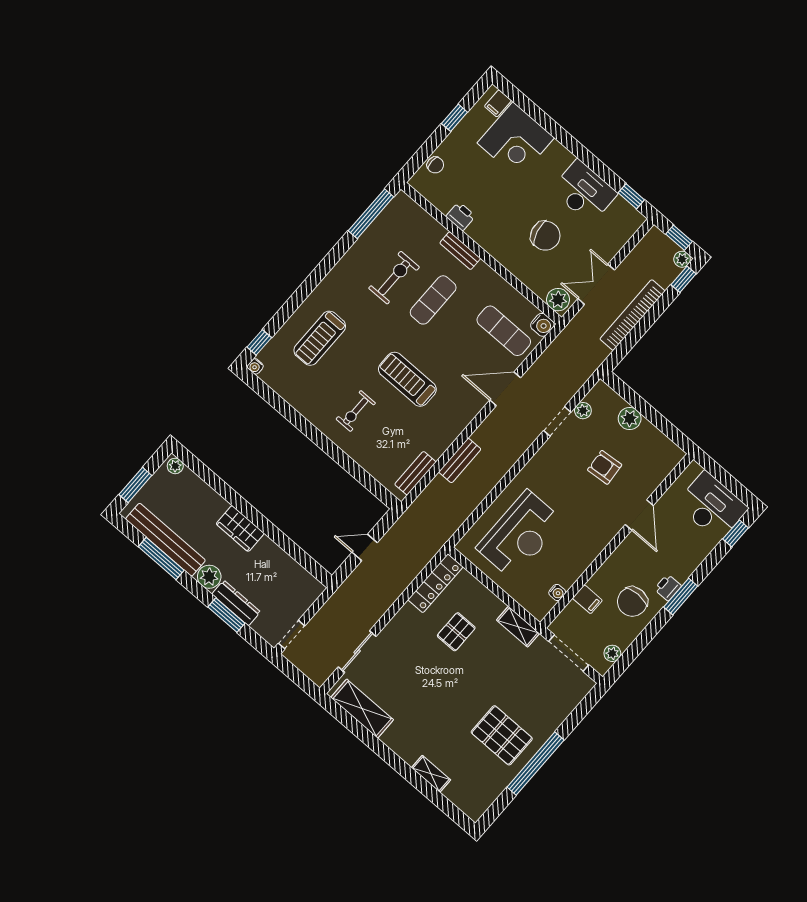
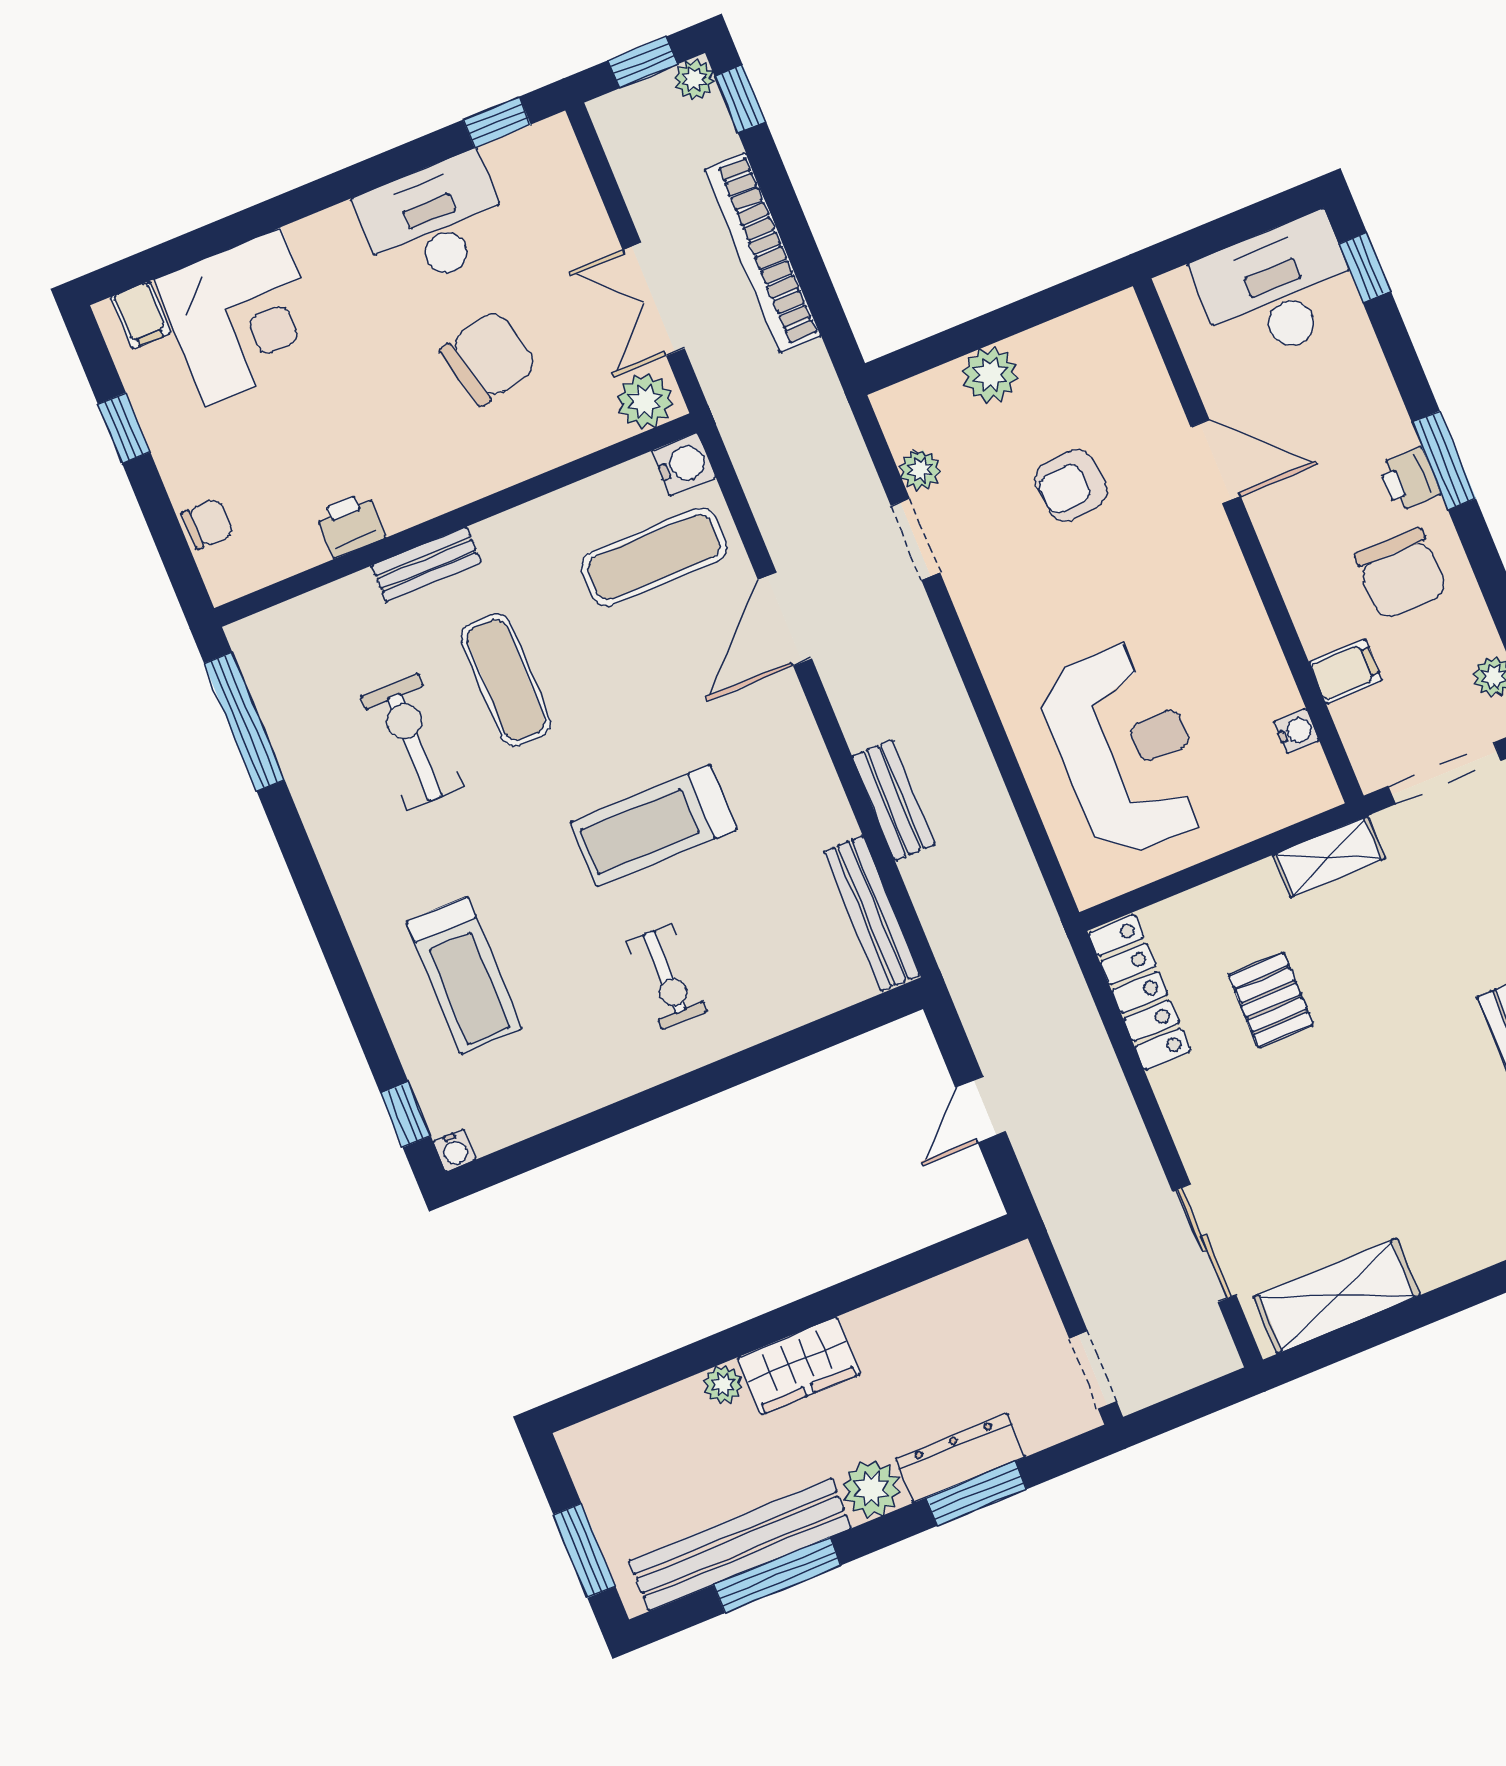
plant: (175, 466) -> (723, 1384), moved
bench: (415, 473) -> (872, 913), width x1.36

